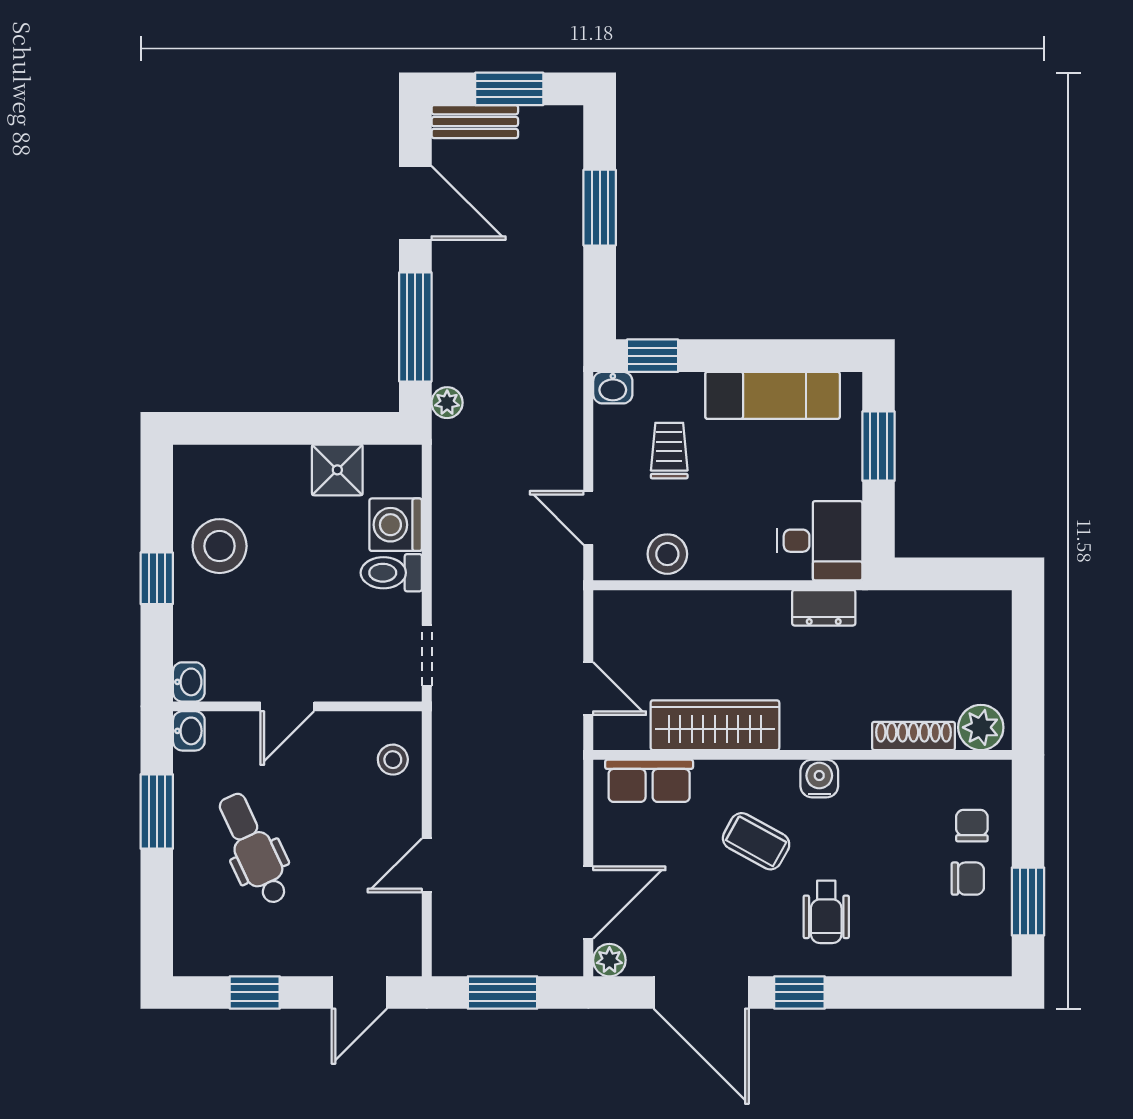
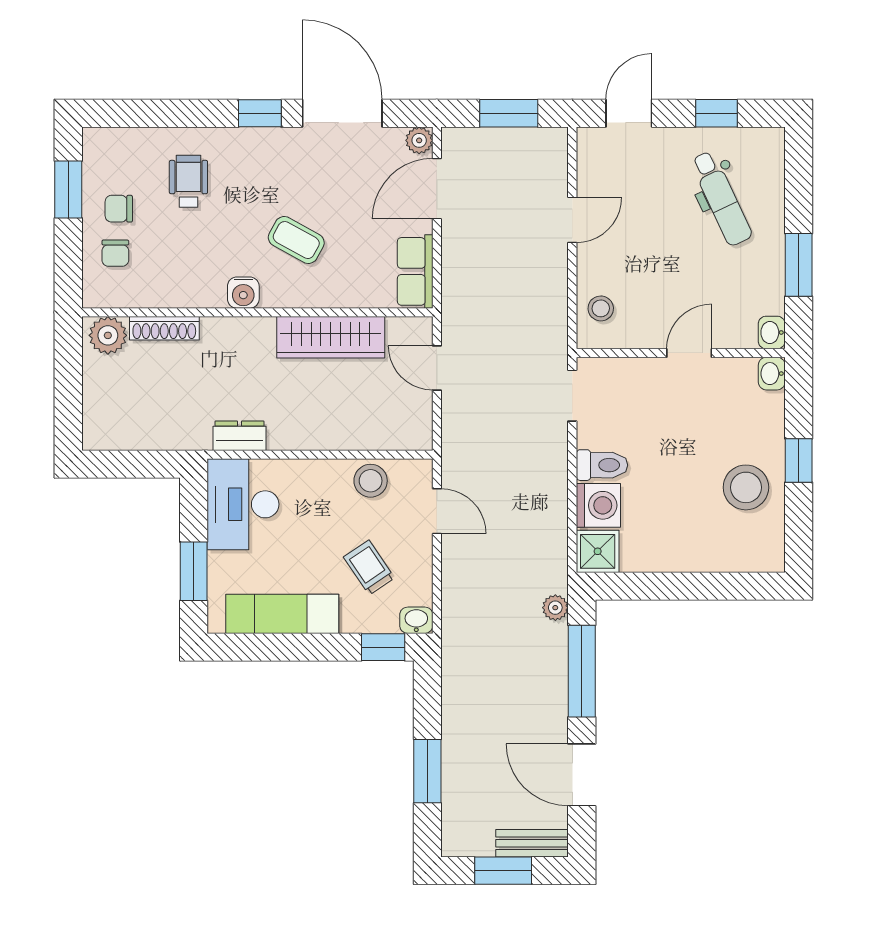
trolley: (669, 451) -> (369, 567), turned 146
shower: (337, 470) -> (598, 551), moved
desk: (820, 541) -> (243, 504), width x1.37
row of seats: (649, 781) -> (415, 271), moved, turned -90
dental chair: (254, 849) -> (721, 198), moved
wheelchair: (826, 912) -> (188, 181), moved

